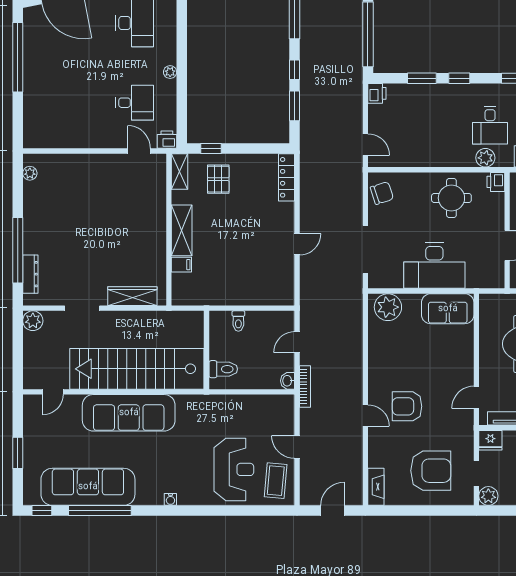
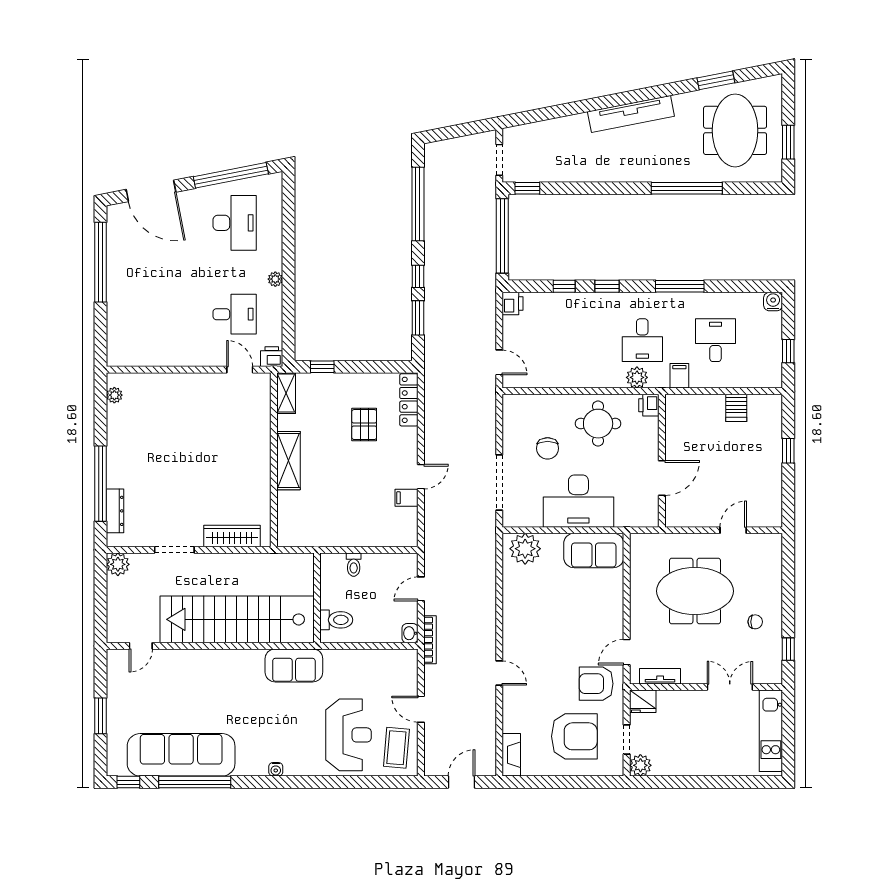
window: (422, 78) -> (564, 286), width x0.67
pallet: (218, 179) -> (364, 425), moved
chair: (382, 193) -> (548, 448), moved, turned 108
filing cabinet: (181, 265) -> (406, 498), moved, turned 180
armchair: (407, 406) -> (596, 684), moved
sofa: (129, 413) -> (294, 665), moved, width x0.54, depth x0.79

